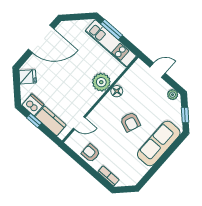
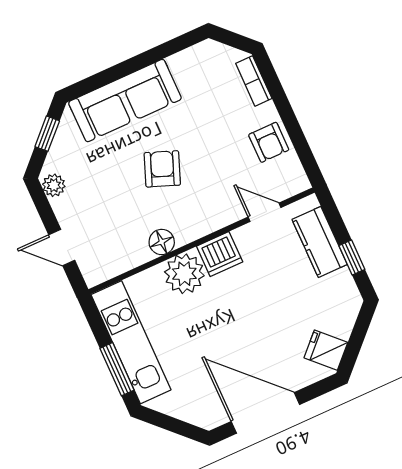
dishwasher: (33, 105) -> (220, 254), moved, turned -90

